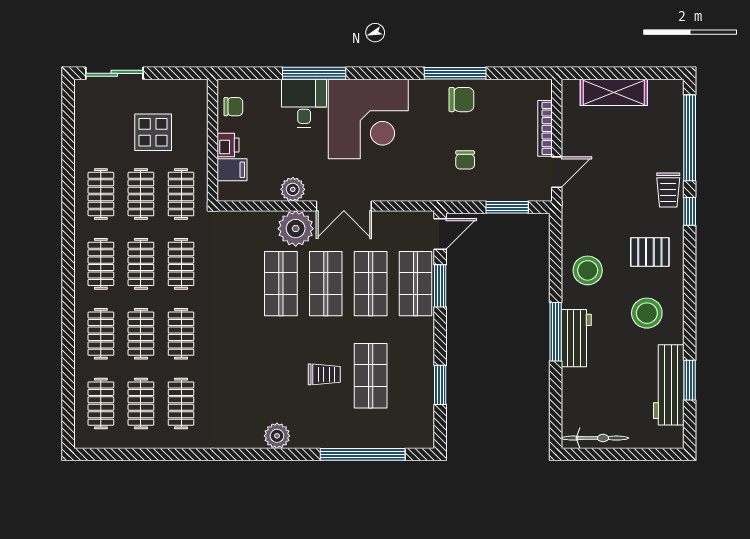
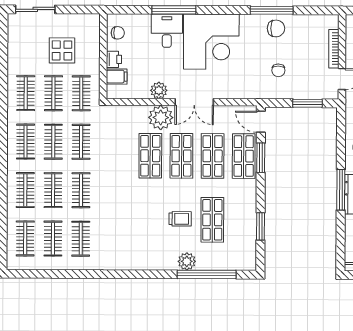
door: (440, 234) -> (261, 122), swing flipped
plant: (277, 436) -> (187, 261), moved

